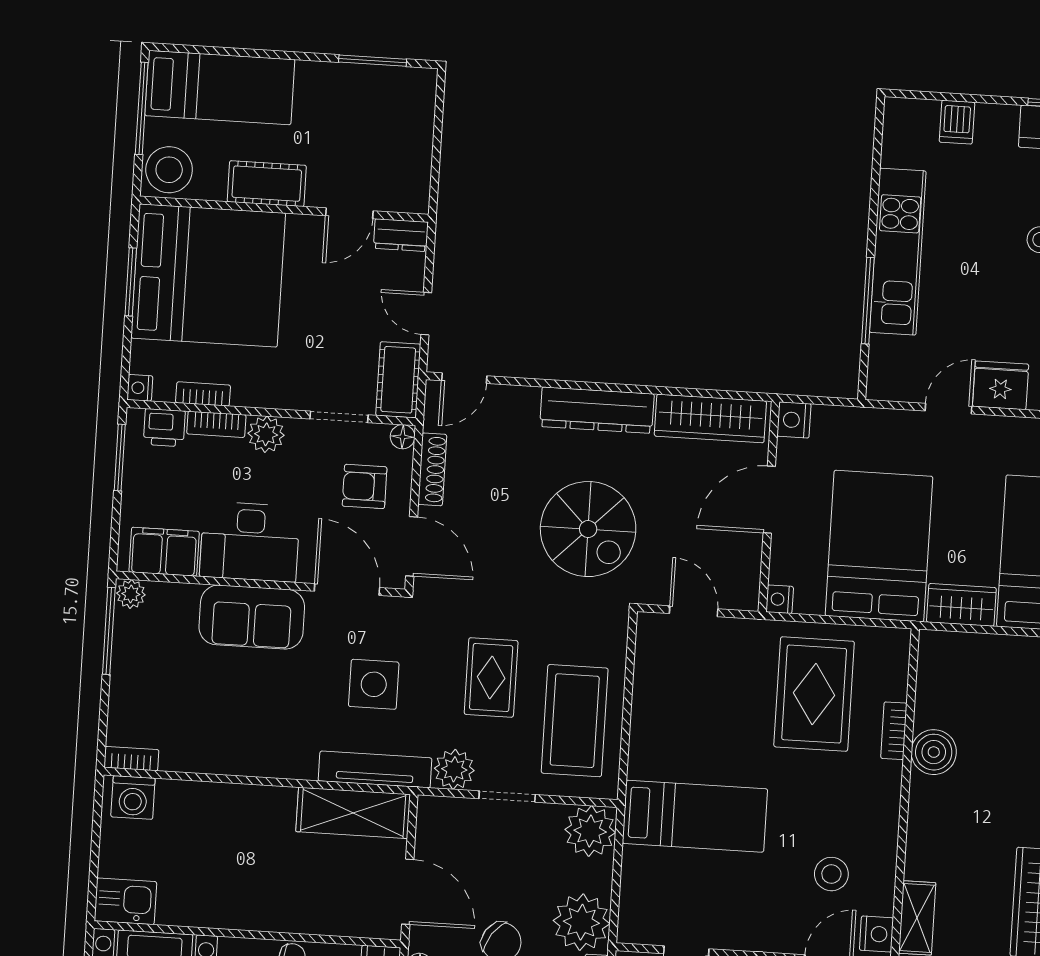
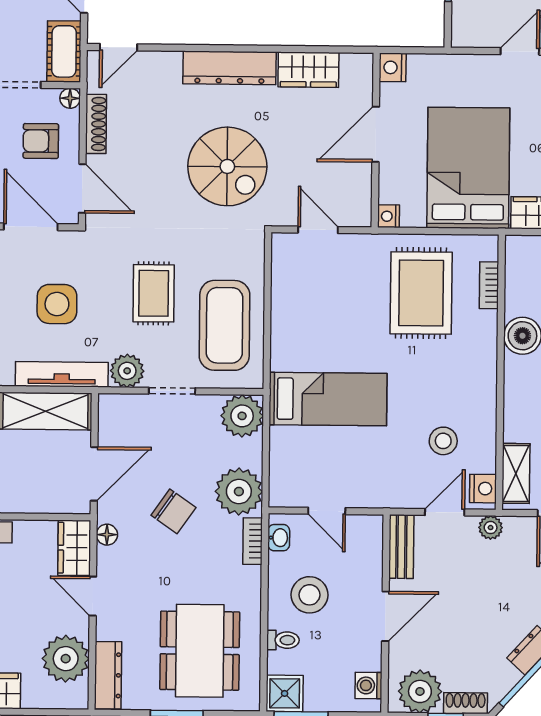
wardrobe: (710, 418) -> (308, 70), width x0.67
bookcase: (894, 731) -> (489, 285), moved
door: (408, 892) -> (94, 474), hinge flipped

